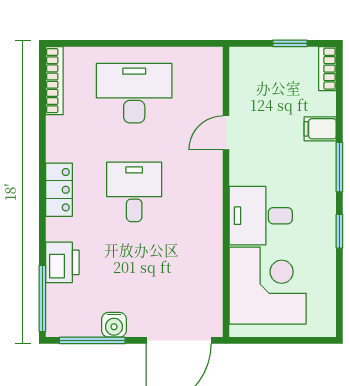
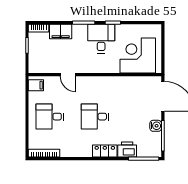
filing cabinet: (203, 63) -> (36, 85), added
desk: (134, 93) -> (50, 117), width x0.73
filing cabinet: (320, 129) -> (61, 32), width x2.00
locker: (59, 190) -> (105, 151), moved
desk: (261, 216) -> (101, 39), moved, turned 180

